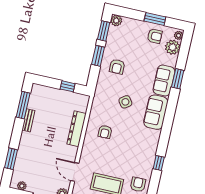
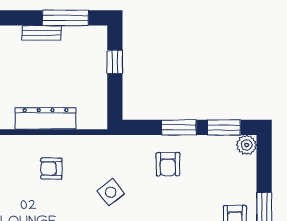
armchair: (117, 67) -> (168, 164), turned -90
window: (68, 86) -> (115, 62), moved

